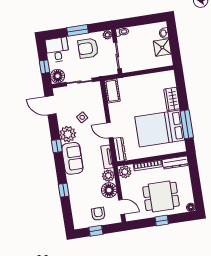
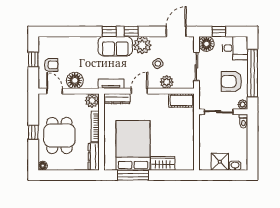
window: (78, 30) -> (252, 73), width x2.11
armchair: (88, 48) -> (231, 81), turned -90
plant: (108, 176) -> (167, 82), moved
window: (64, 190) -> (109, 31), moved
door: (122, 207) -> (55, 91), swing flipped

